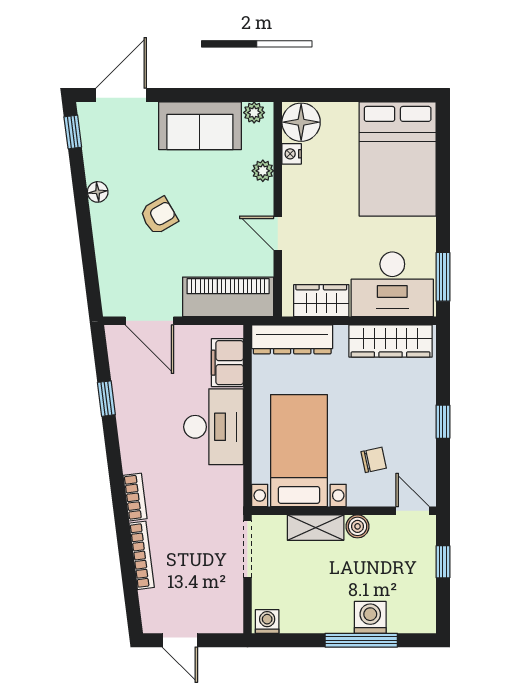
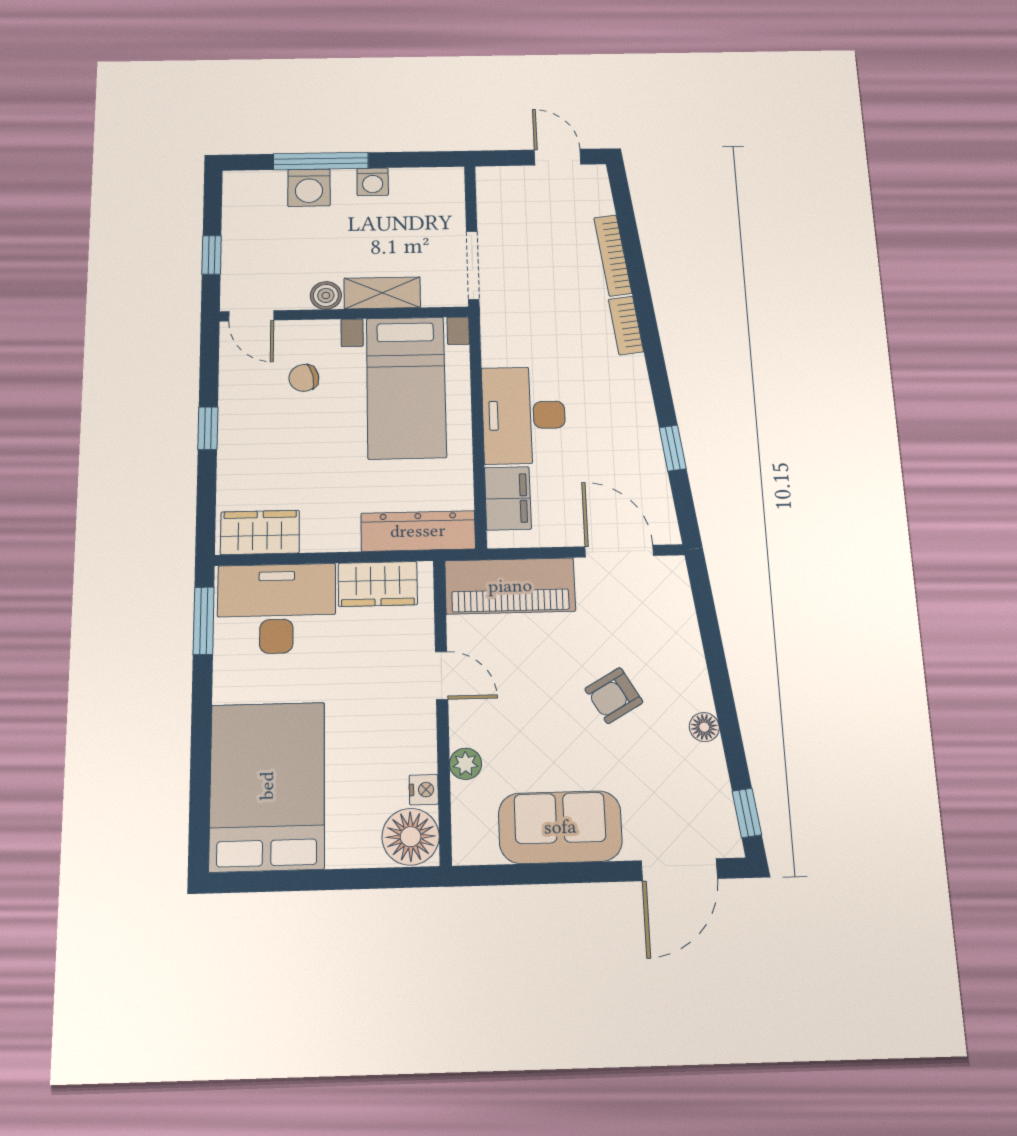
plant: (254, 113) -> (481, 849), removed
wardrobe: (391, 341) -> (260, 532), width x0.67
washing machine: (267, 621) -> (373, 182), moved

